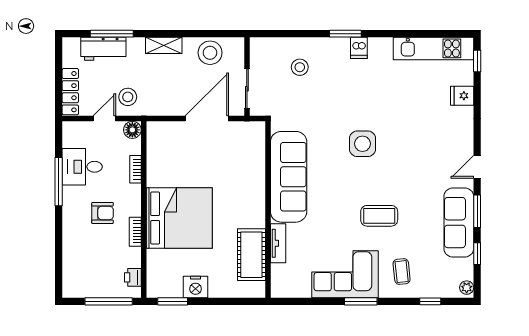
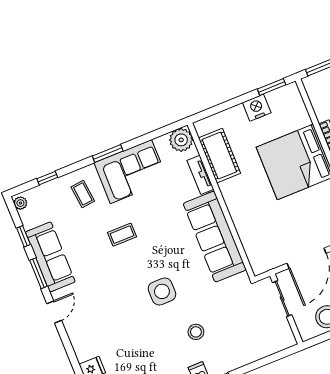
stool: (300, 67) -> (196, 332), moved
coffee table: (379, 216) -> (122, 235), width x0.73, depth x0.77
printer: (133, 277) -> (315, 94), removed
plant: (283, 285) -> (181, 140), added

